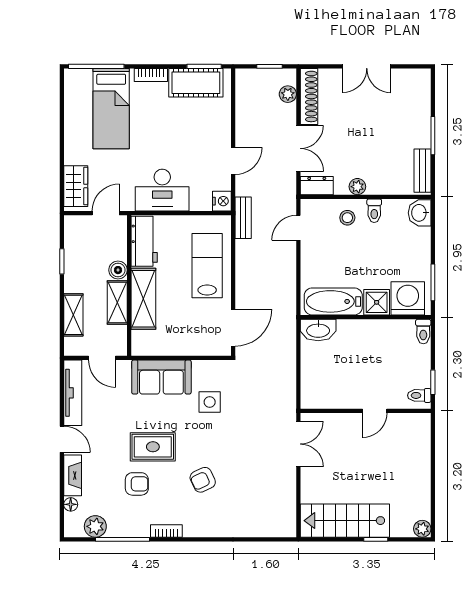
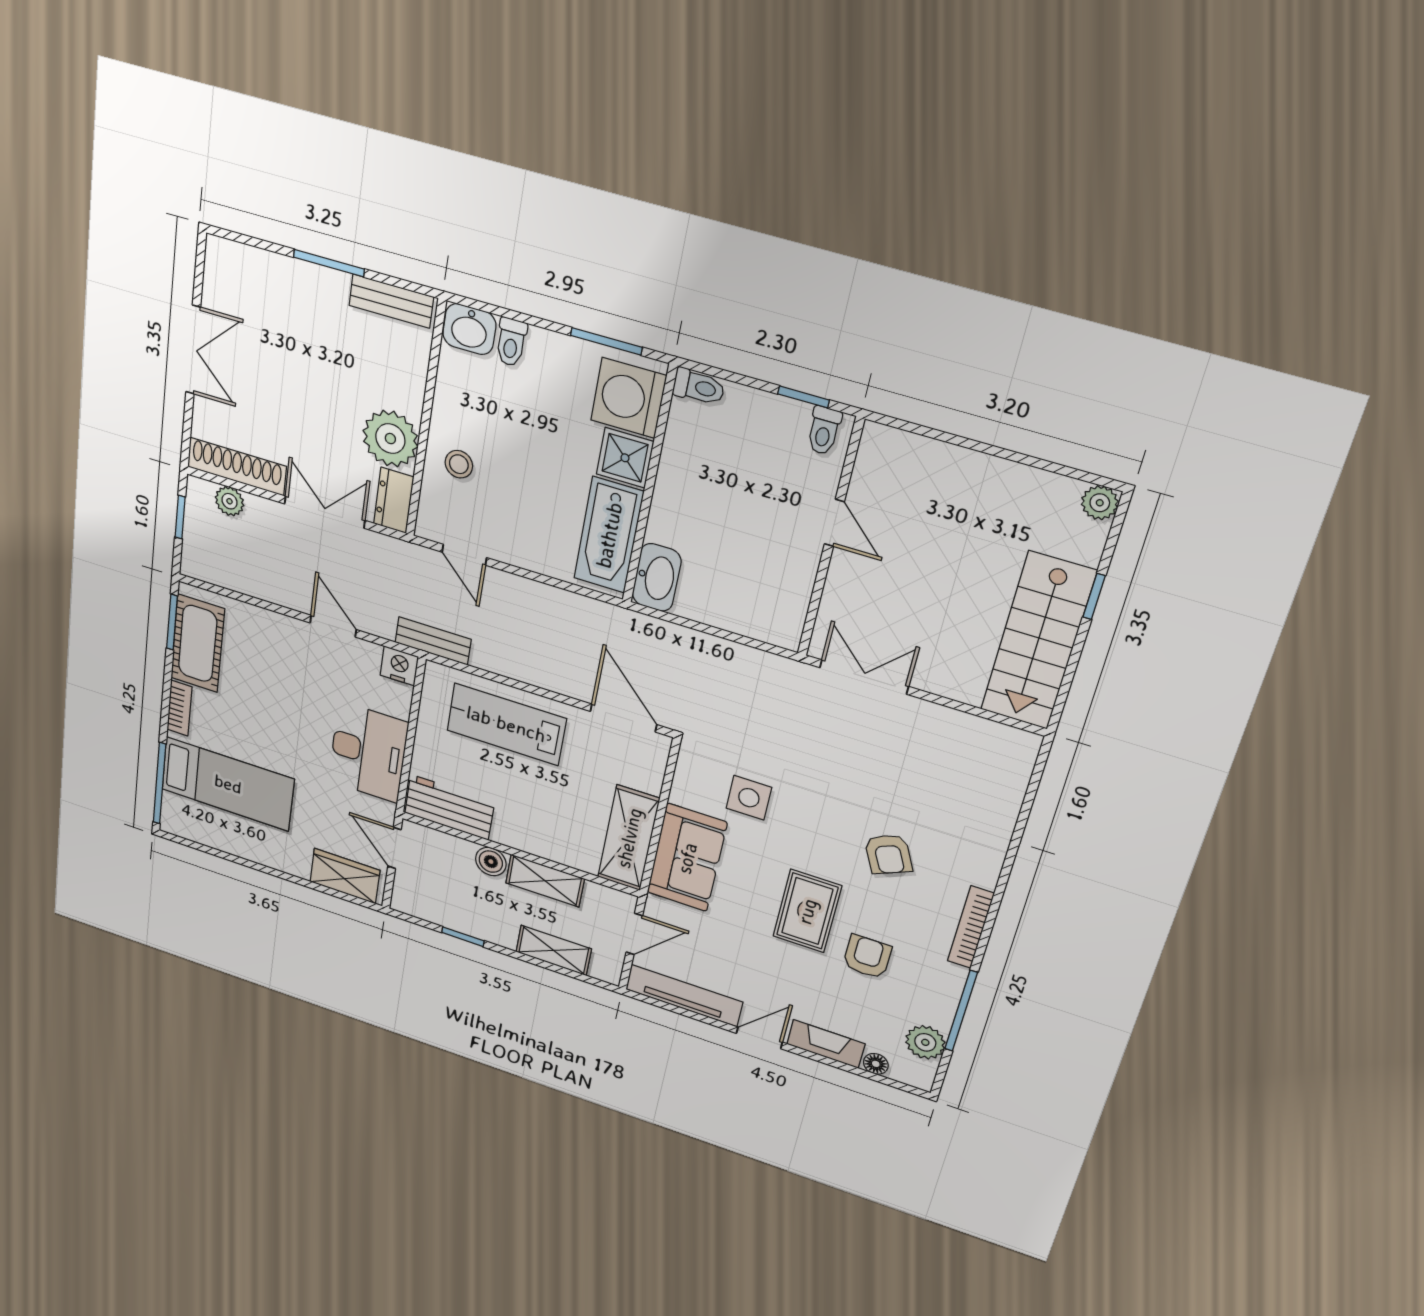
plant: (357, 187) -> (390, 439), width x1.88, depth x1.88
toilet: (374, 211) -> (511, 342), moved, turned 90
shelving: (143, 299) -> (629, 838), moved, turned 90
bookcase: (166, 531) -> (971, 927), width x1.56

